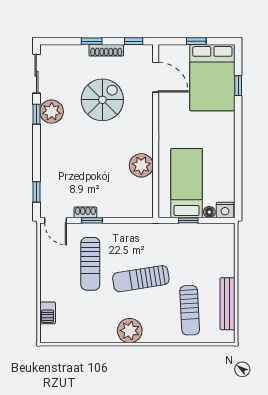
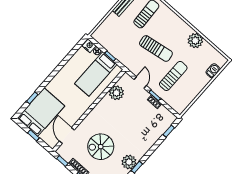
plant: (141, 165) -> (116, 93), moved
door: (56, 220) -> (140, 83), moved
plant: (130, 331) -> (195, 41), moved

